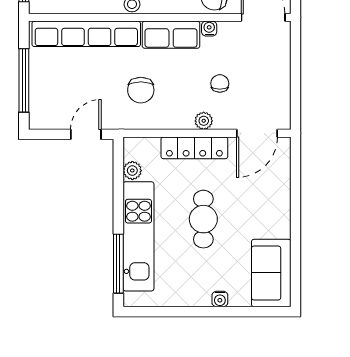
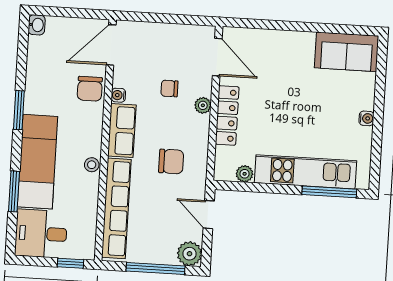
plant: (42, 116) -> (189, 254), added
cafe table: (203, 219) -> (293, 111), removed
water cooler: (220, 299) -> (366, 118), moved

